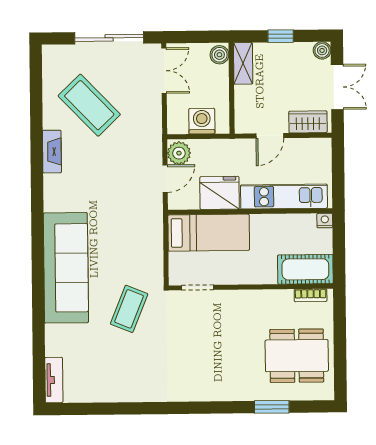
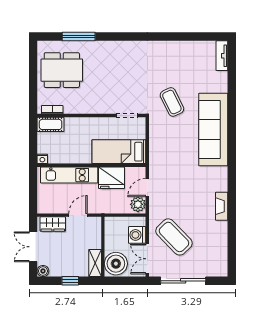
boiler: (219, 55) -> (116, 264), width x1.86, depth x1.86
coffee table: (89, 105) -> (174, 237), moved
washing machine: (202, 121) -> (137, 235), moved, turned 90
cot: (305, 269) -> (51, 124), width x0.73, depth x0.75
coffee table: (129, 309) -> (172, 102), turned -48
window: (272, 407) -> (79, 37), width x1.44

